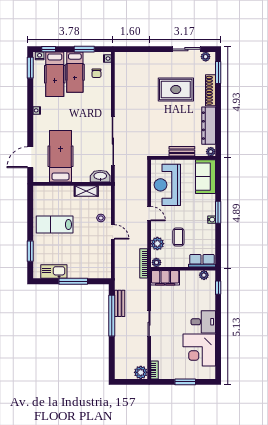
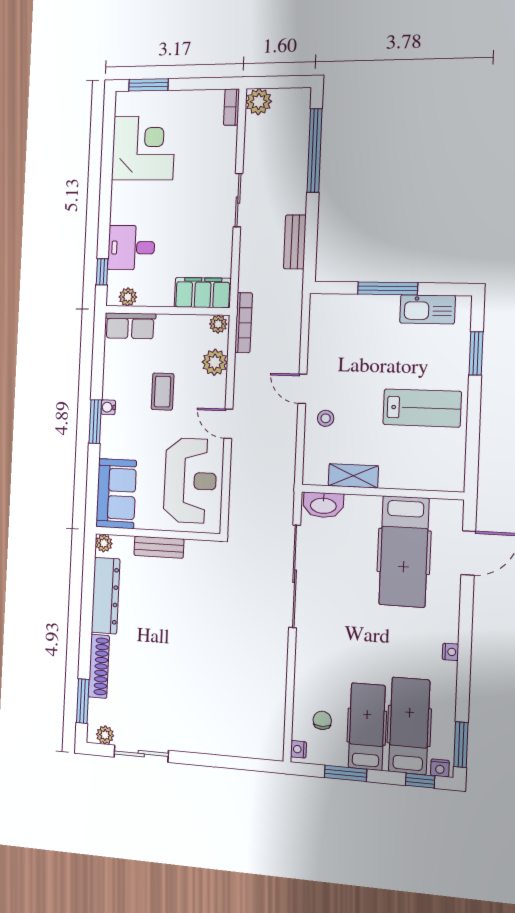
rug: (176, 90) -> (165, 673), removed
coffee table: (178, 237) -> (163, 392), moved
window: (112, 316) -> (315, 150), moved
desk: (203, 322) -> (131, 248), moved
window: (185, 382) -> (148, 85), moved

